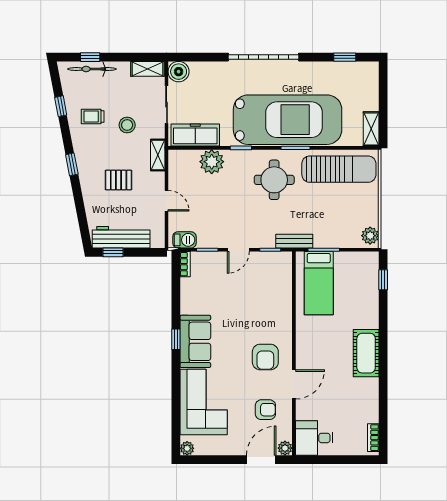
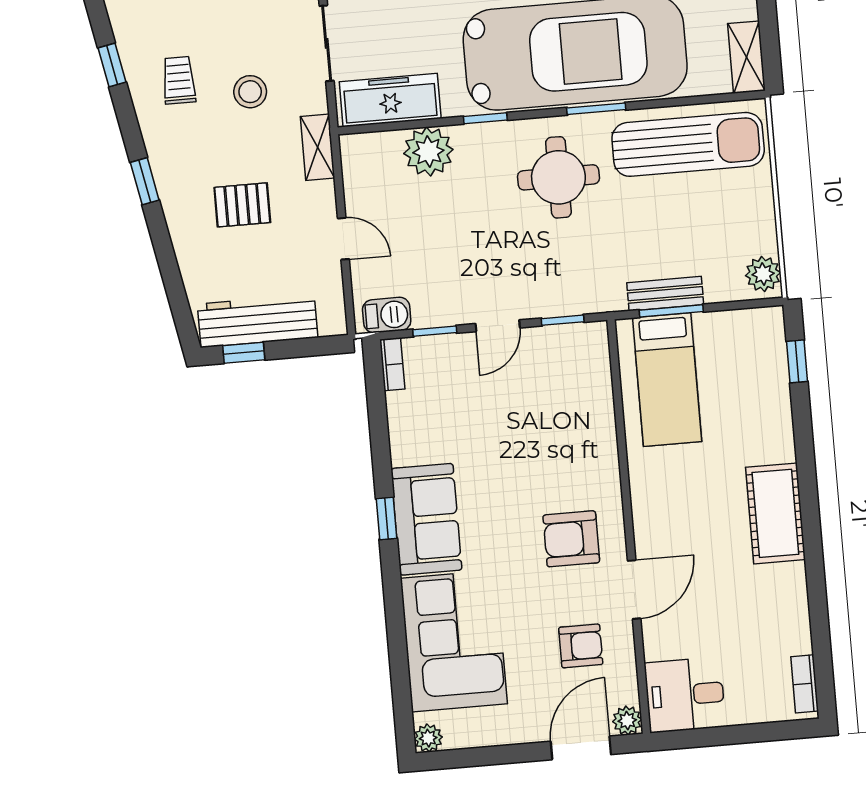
trolley: (93, 116) -> (179, 80), turned 90
bench: (294, 241) -> (665, 294), moved
armchair: (265, 357) -> (571, 539), turned 90

